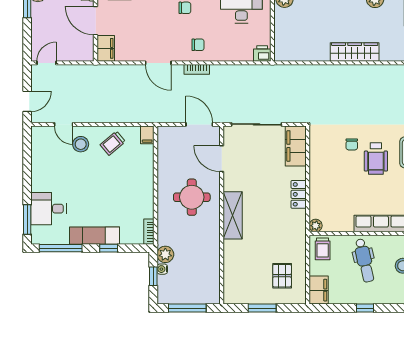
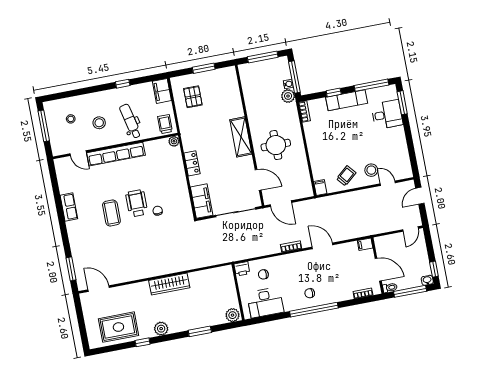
chair: (198, 45) -> (263, 274), moved
filing cabinet: (106, 48) -> (365, 244), width x0.50
window: (153, 276) -> (294, 77), width x2.17

